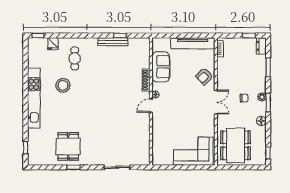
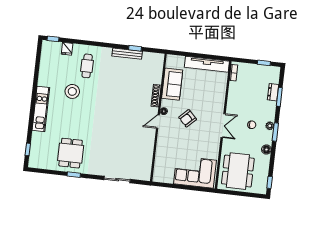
dresser: (261, 46) -> (273, 92), moved
armchair: (204, 76) -> (188, 118), moved
kitchen unit: (34, 98) -> (41, 109), width x0.73

